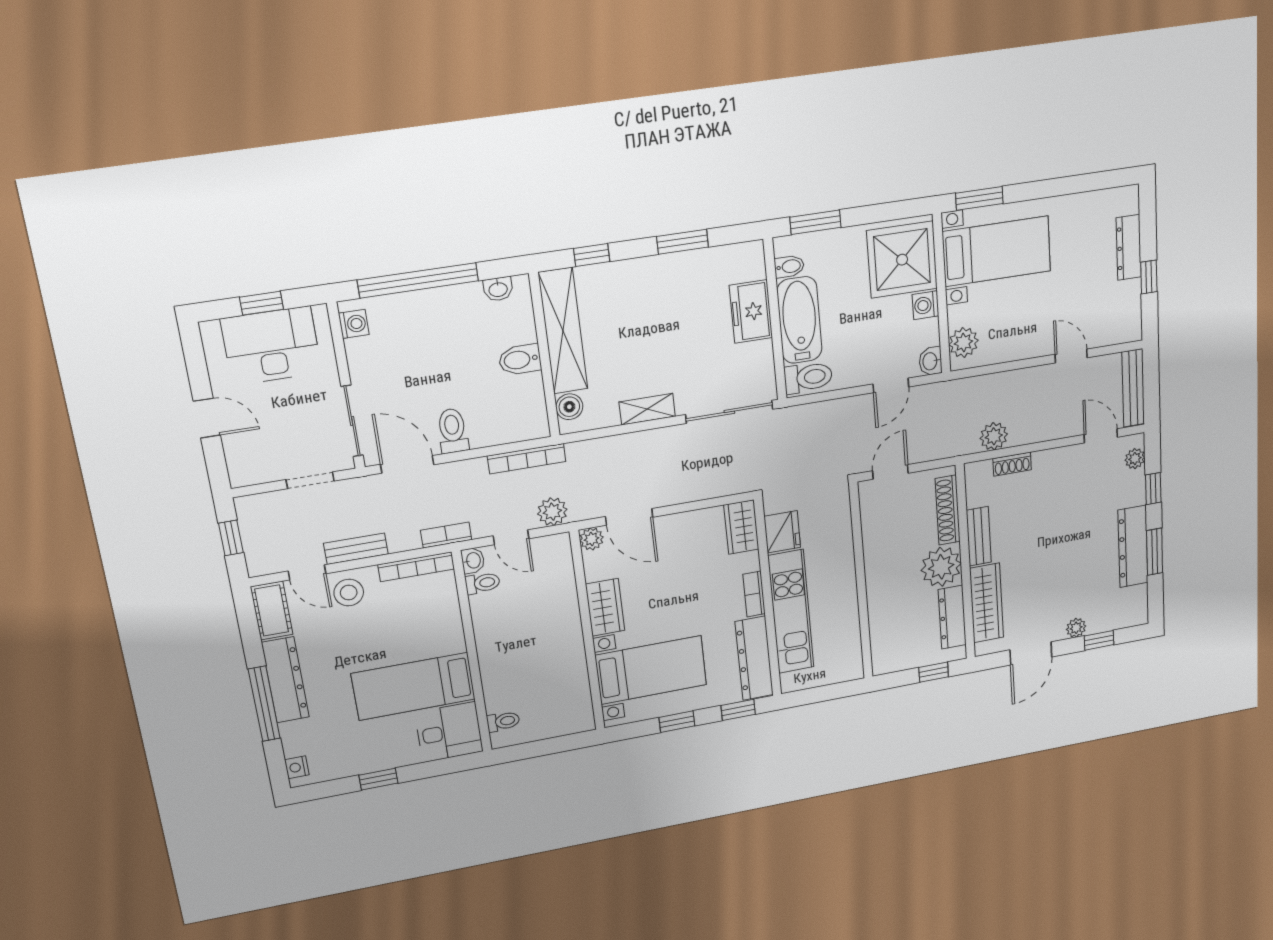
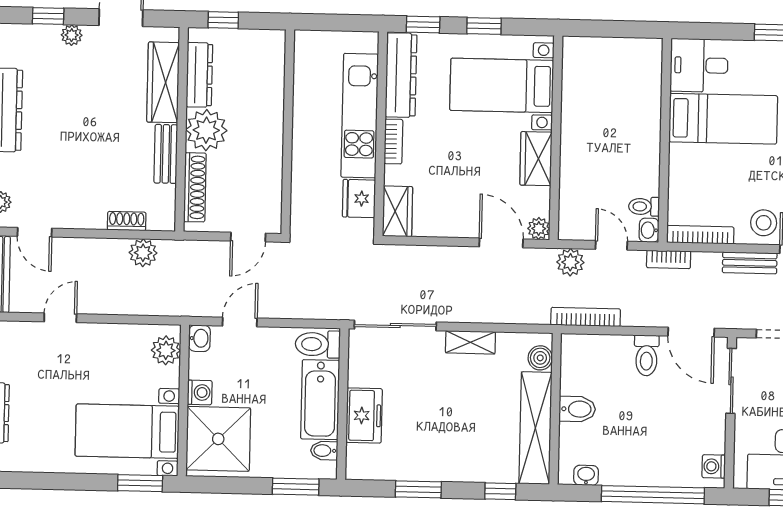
door: (1071, 356) -> (60, 318), swing flipped
toilet: (503, 721) -> (648, 65), removed

